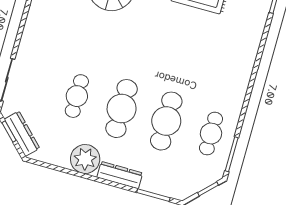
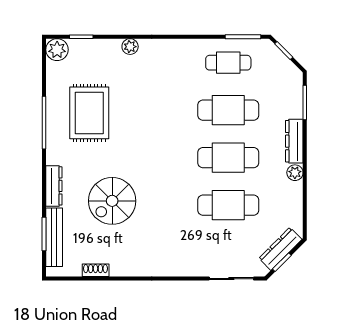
plant: (252, 45) -> (130, 47), added
cafe table: (77, 96) -> (228, 205), width x1.37, depth x1.35
plant: (85, 159) -> (295, 173), width x0.53, depth x0.53

